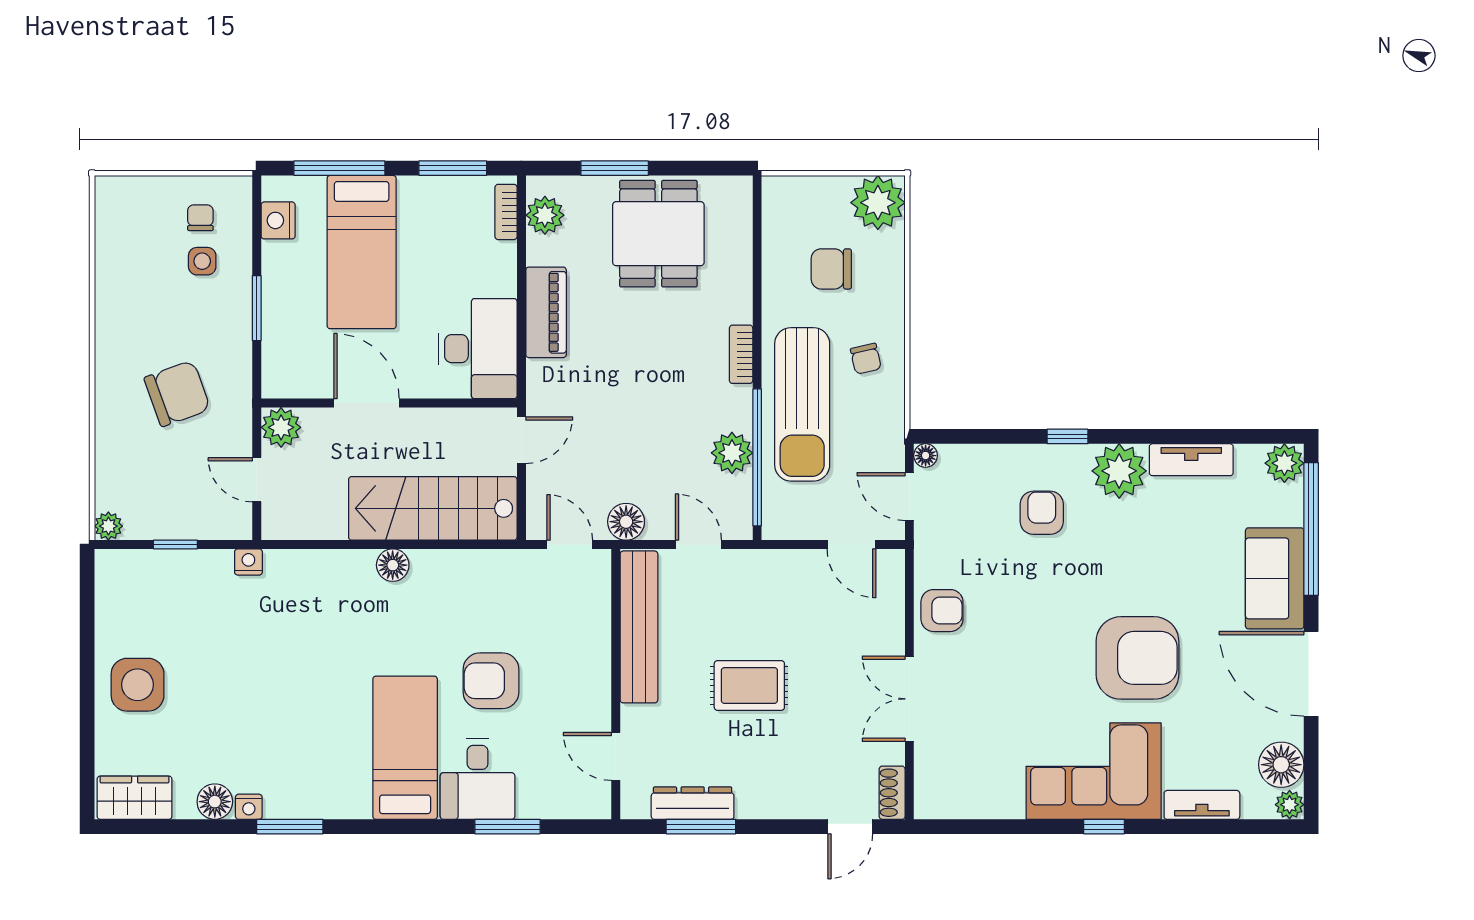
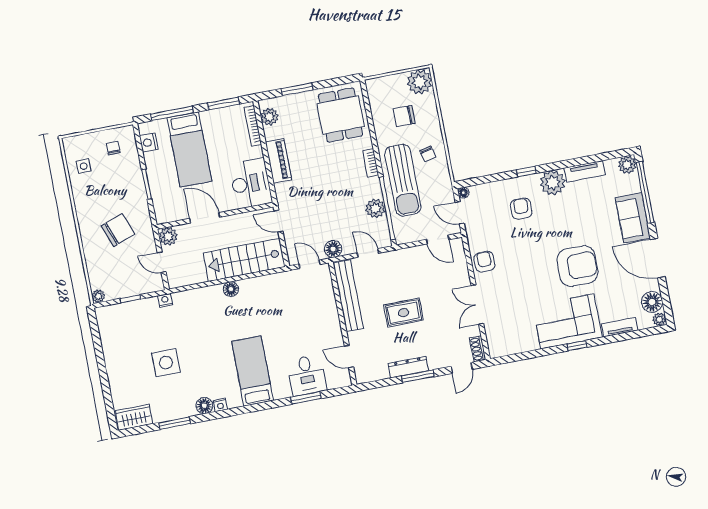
bookcase: (506, 212) -> (253, 126), width x1.56
dining table: (658, 234) -> (341, 115), moved
side table: (202, 261) -> (84, 166), moved
door: (521, 440) -> (278, 221), swing flipped
armchair: (942, 611) -> (484, 262), turned -90
armchair: (491, 681) -> (286, 333), removed
side table: (138, 685) -> (166, 363), moved
desk: (478, 779) -> (307, 375), moved
floor lamp: (215, 802) -> (204, 406), moved
dresser: (693, 803) -> (408, 367), moved
nightstand: (249, 807) -> (220, 405), moved
window: (290, 827) -> (175, 423), moved
window: (701, 827) -> (418, 376), moved

